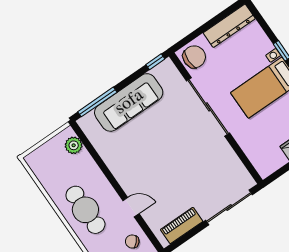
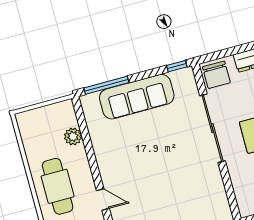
chair: (194, 57) -> (216, 75), turned 90
plant: (74, 145) -> (73, 136), moved

